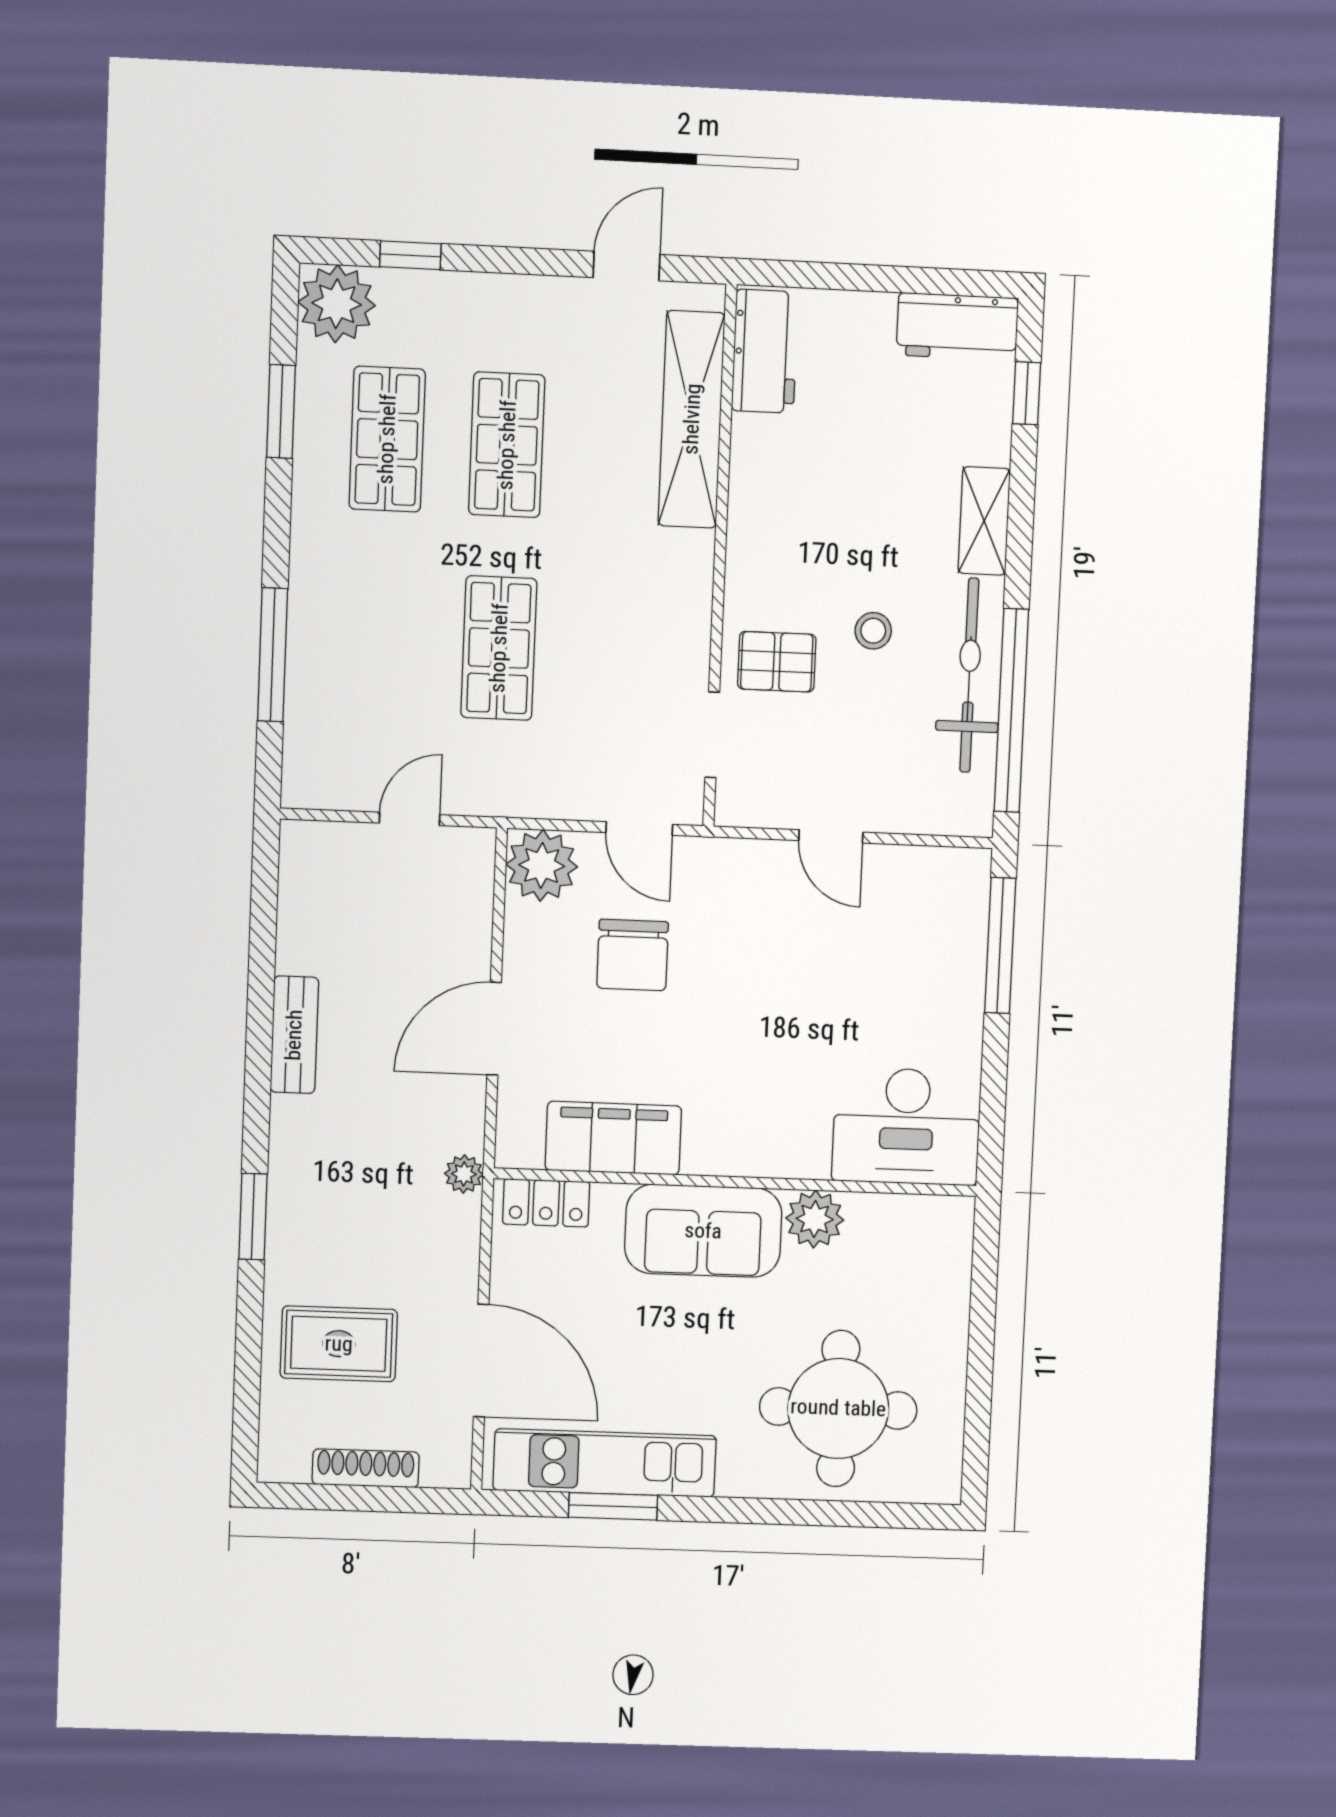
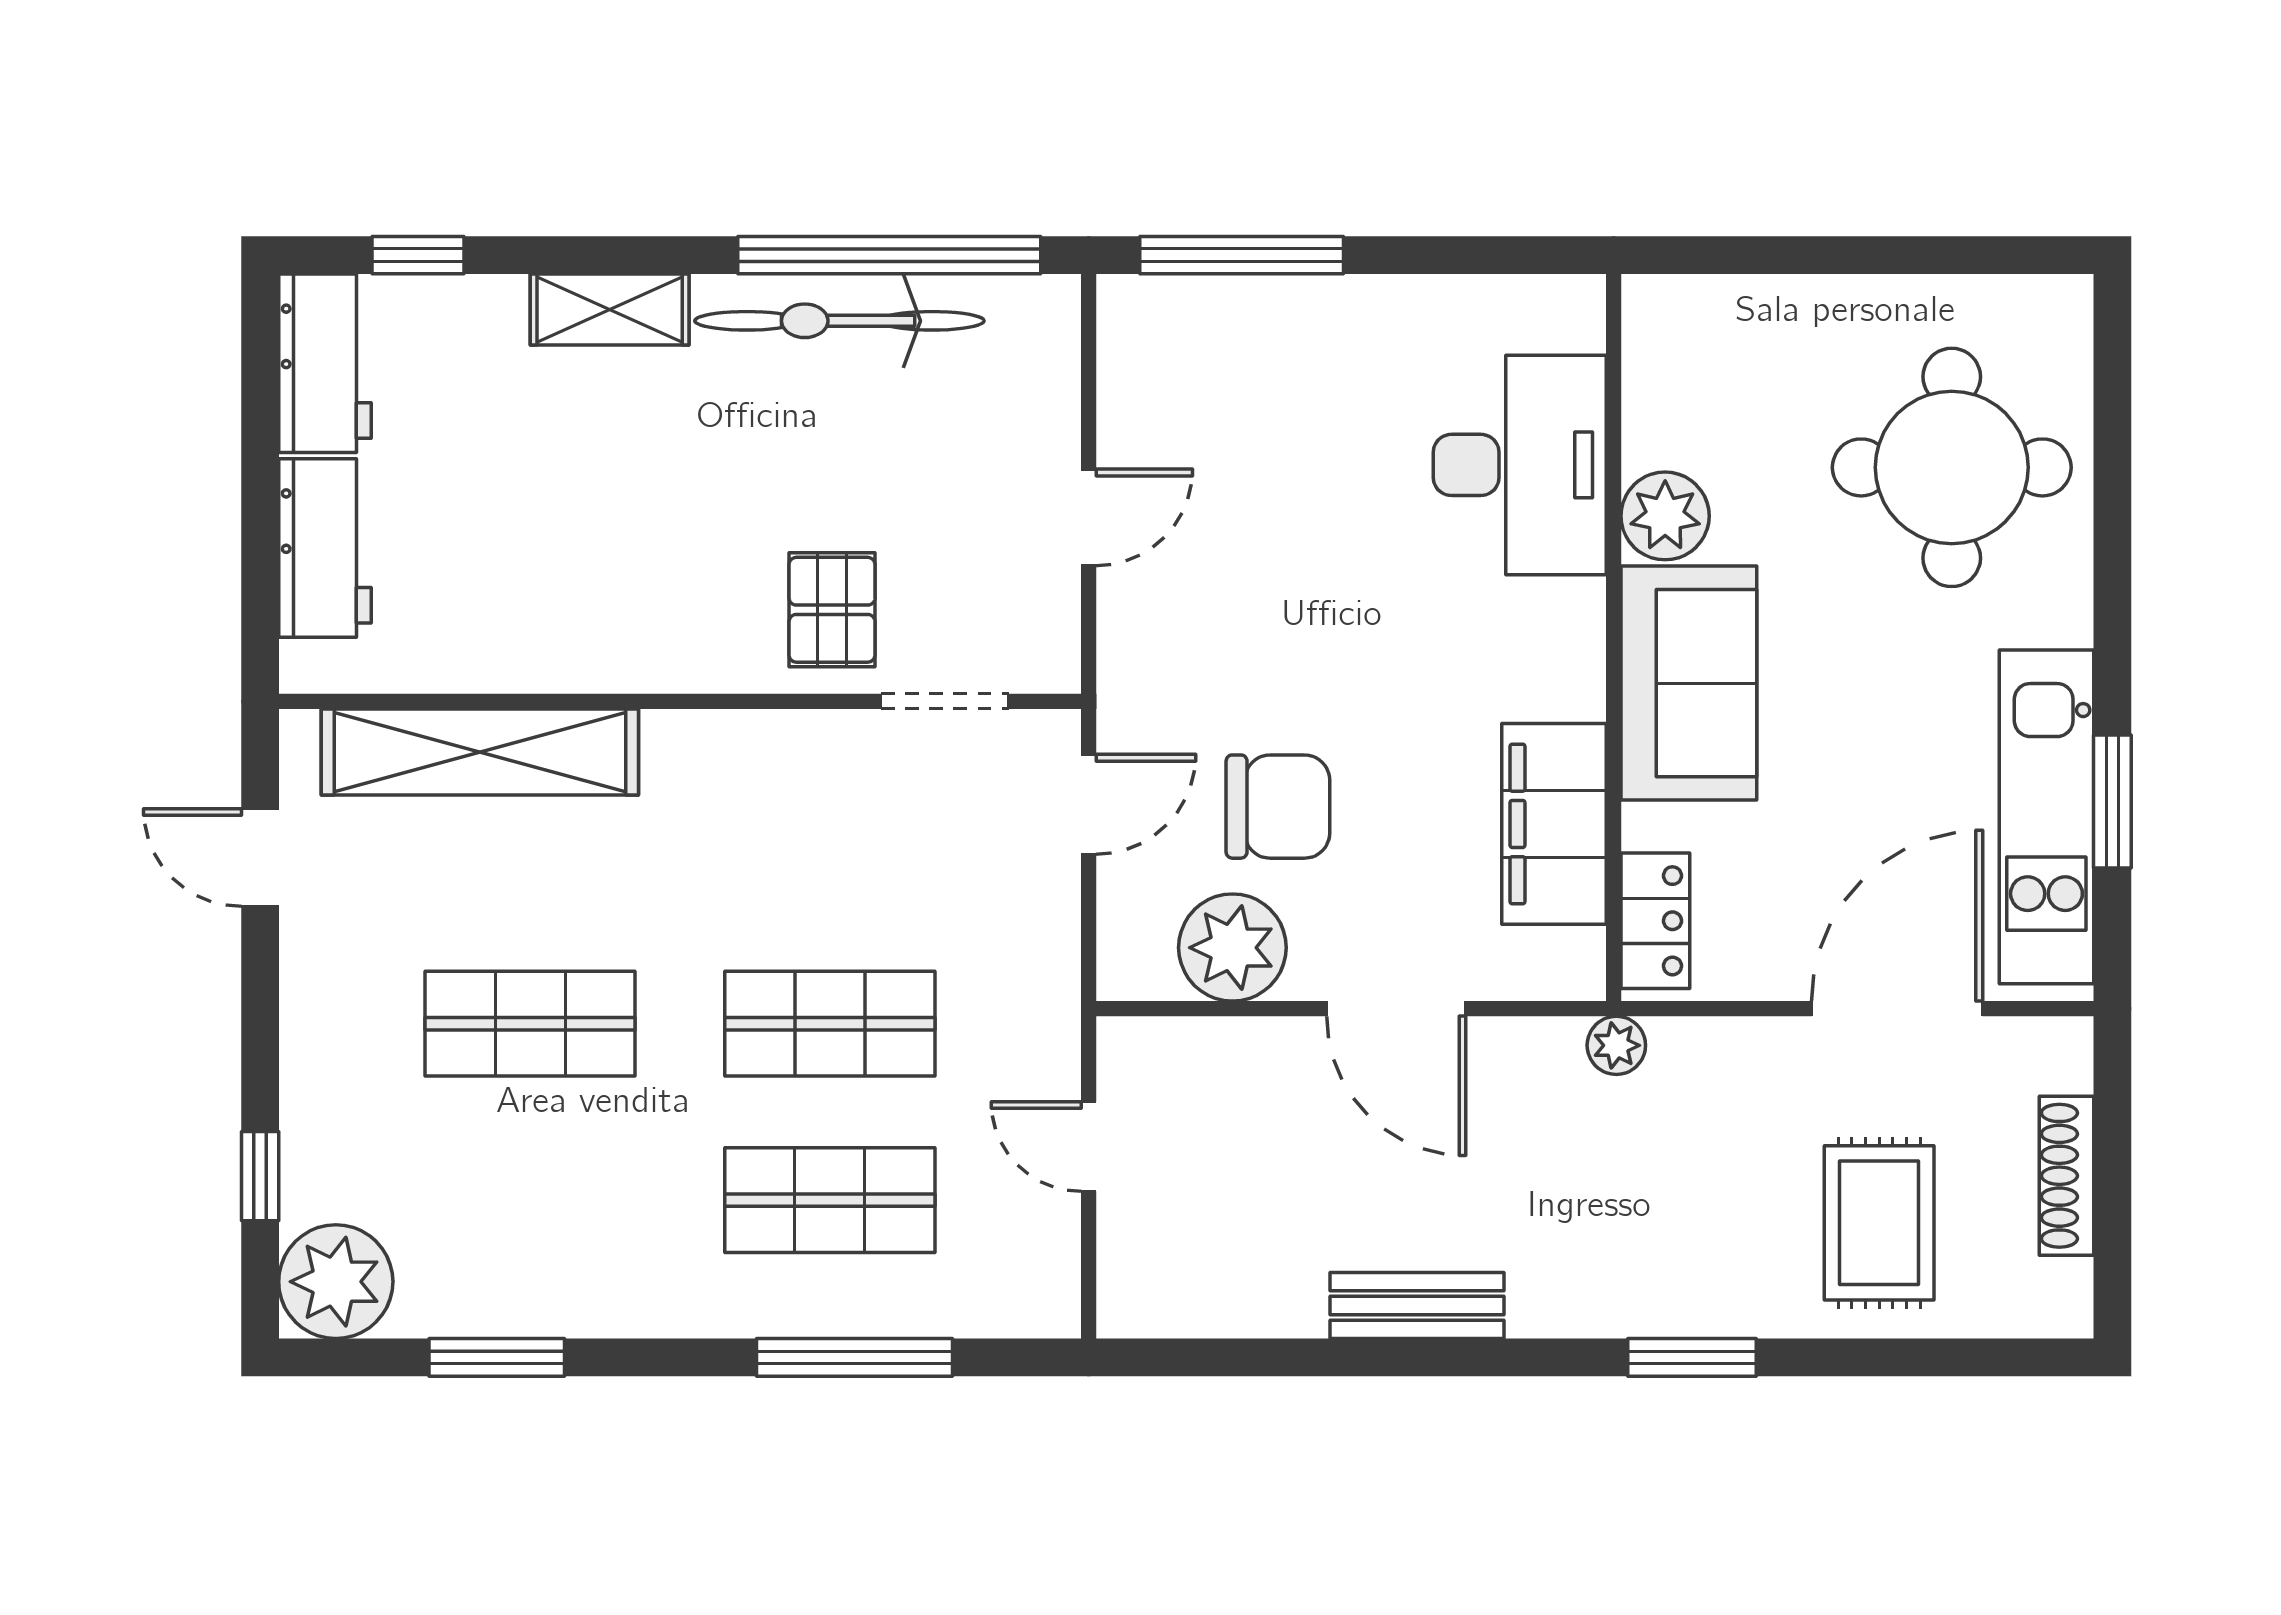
workbench: (765, 351) -> (325, 548), moved, turned 90
shop shelf: (387, 439) -> (830, 1200), moved
stool: (873, 631) -> (780, 468), removed
plant: (542, 865) -> (1232, 948), moved
desk: (906, 1126) -> (1520, 465), moved

